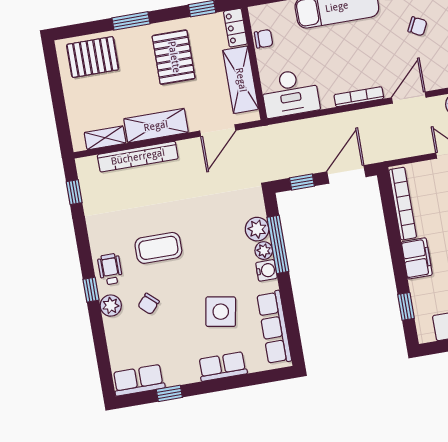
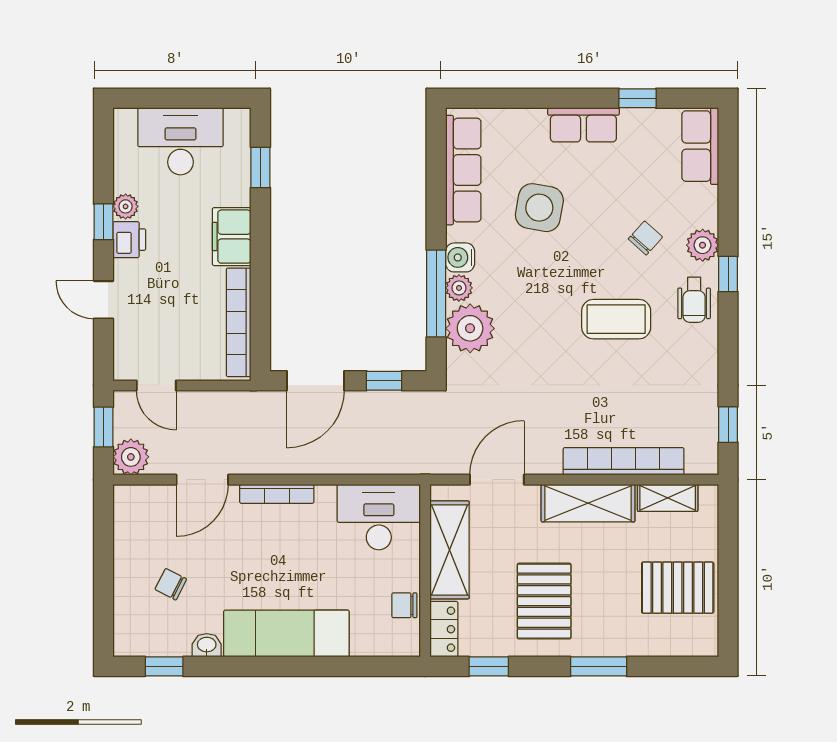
pallet: (93, 57) -> (678, 588), moved
plant: (257, 229) -> (470, 328), width x1.36, depth x1.36
row of seats: (223, 367) -> (583, 125), moved
row of seats: (139, 380) -> (700, 146), moved, turned 90

